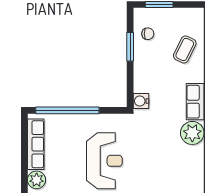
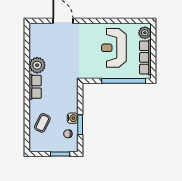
water cooler: (141, 101) -> (73, 118), moved
reception desk: (104, 161) -> (114, 48), moved

